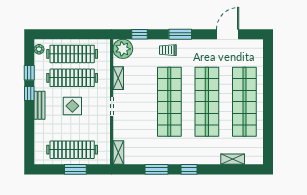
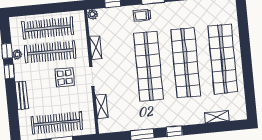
plant: (39, 49) -> (17, 55), moved
plant: (123, 49) -> (93, 14), width x0.53, depth x0.53
bench: (40, 105) -> (22, 95), moved
display table: (72, 106) -> (65, 77), moved
shelving: (118, 153) -> (102, 106), moved

